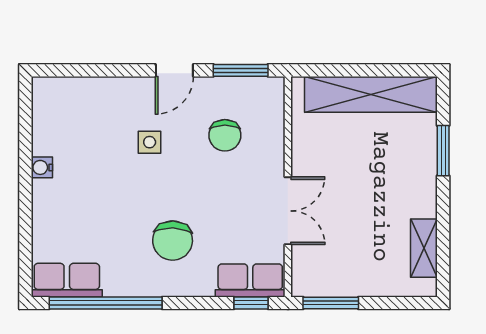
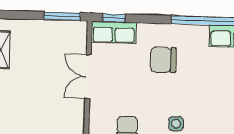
chair: (173, 241) -> (163, 60), turned -92

